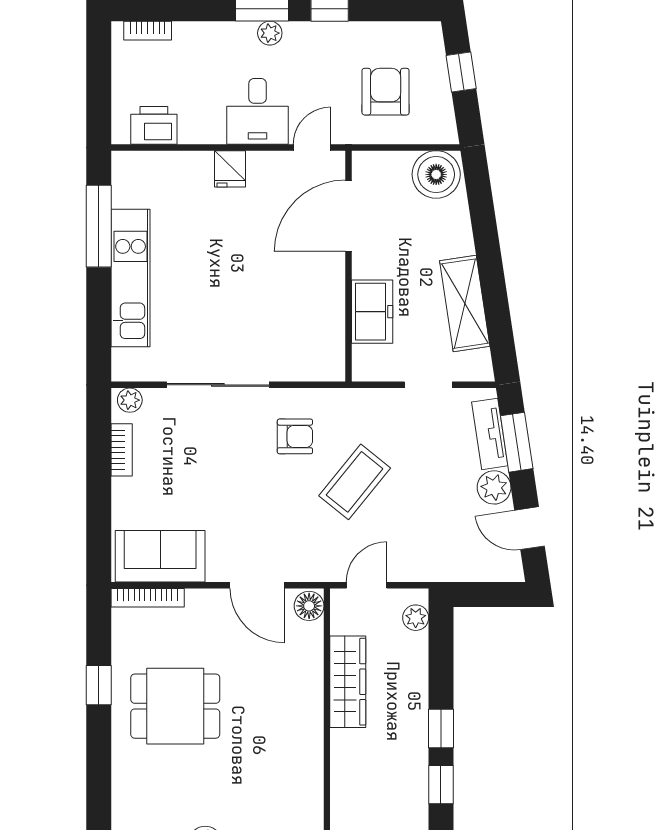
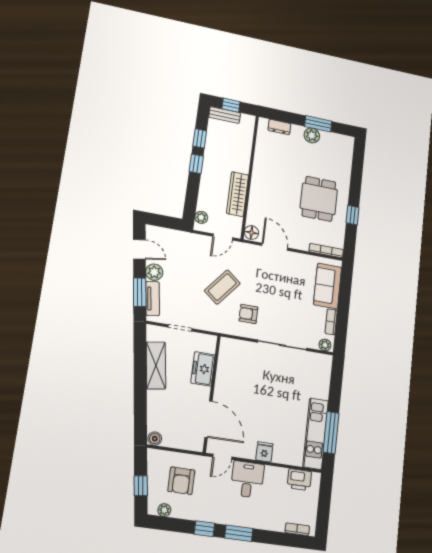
plant: (270, 33) -> (164, 510), moved
boiler: (436, 174) -> (155, 439), width x0.54, depth x0.54
door: (348, 216) -> (208, 419), hinge flipped
kitchen unit: (131, 278) -> (316, 434), moved
sofa: (160, 556) -> (328, 286), moved, turned 90
dining table: (175, 706) -> (319, 199), turned 90

